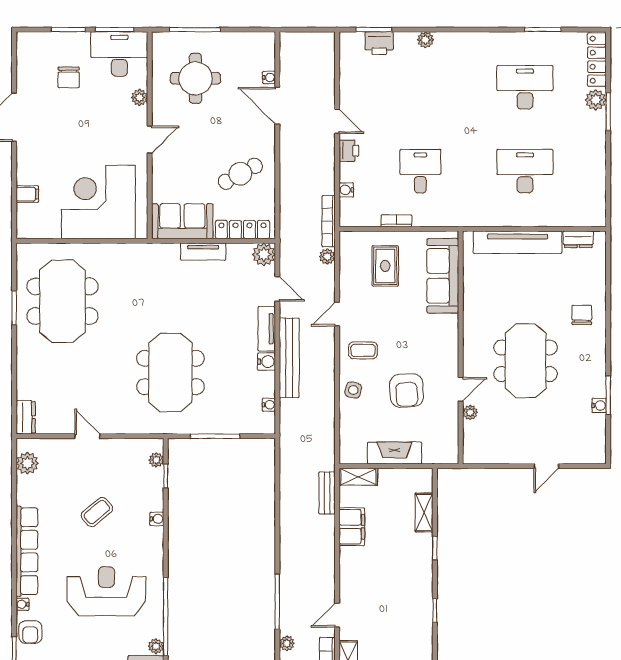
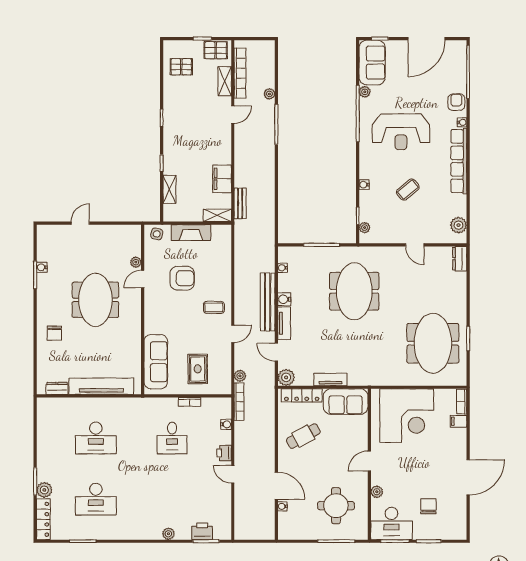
bookcase: (23, 221) -> (462, 402), added
side table: (353, 390) -> (157, 234), moved
armchair: (407, 390) -> (182, 278), turned 93

